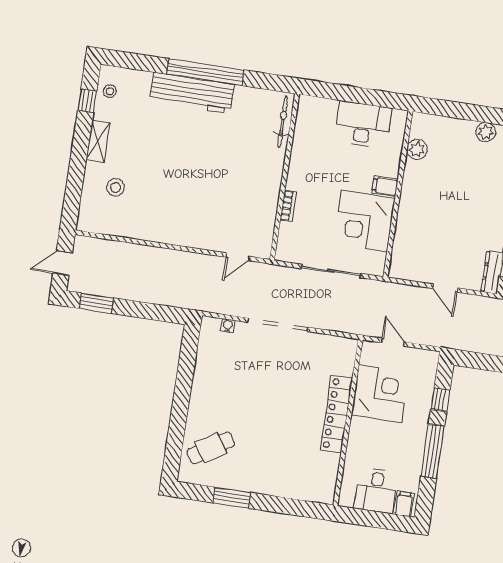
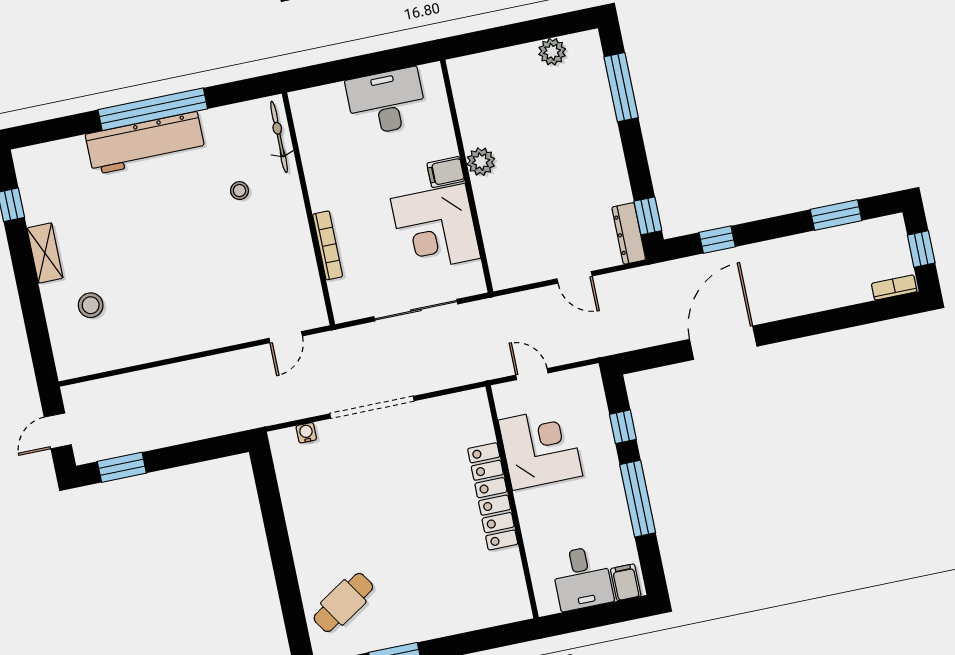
stool: (110, 91) -> (239, 191), moved
plant: (417, 149) -> (481, 162), moved
bookcase: (288, 206) -> (328, 245), width x1.56

